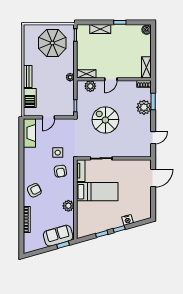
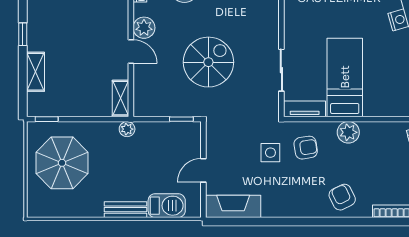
plant: (90, 86) -> (144, 28), moved
door: (48, 117) -> (203, 170), swing flipped
spiral stairs: (105, 120) -> (208, 62), turned 180
plant: (68, 206) -> (348, 132), moved

